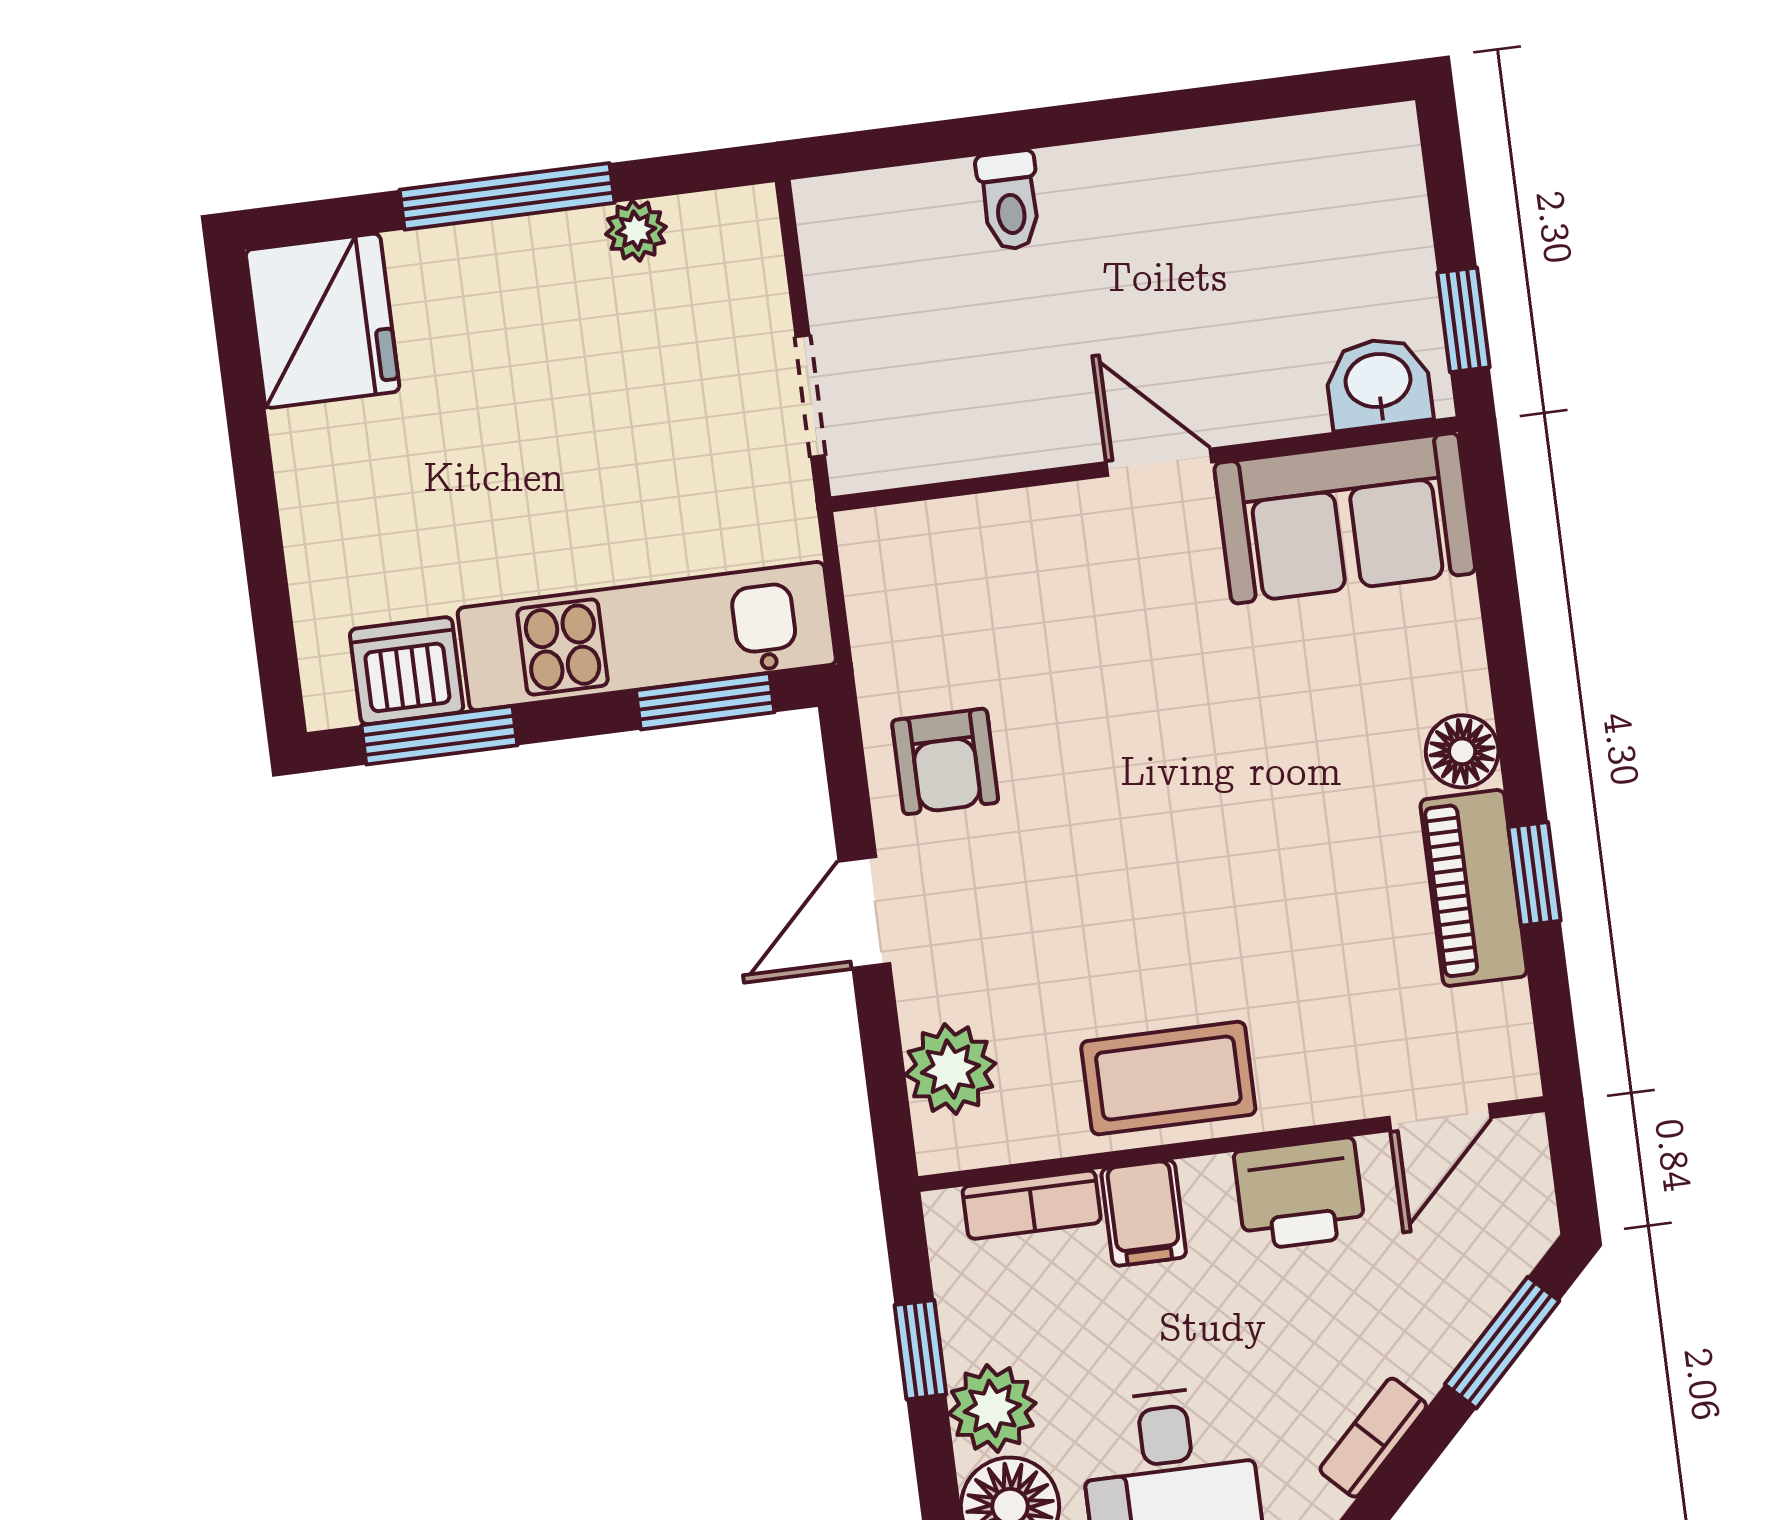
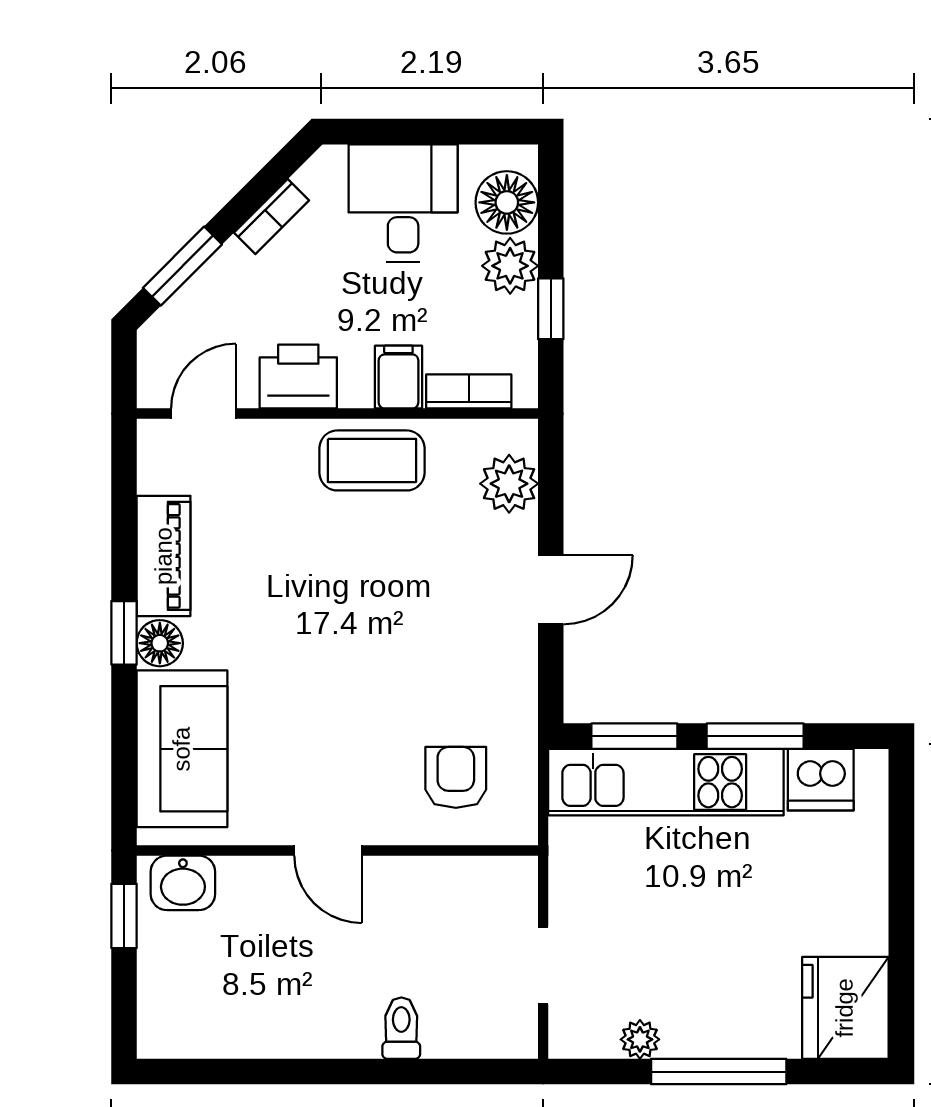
doorway: (810, 396) -> (543, 965), moved
sofa: (1345, 518) -> (182, 749), moved, turned 90
window: (439, 735) -> (755, 736), moved
armchair: (945, 761) -> (456, 777), moved
window: (1534, 874) -> (124, 633), moved

